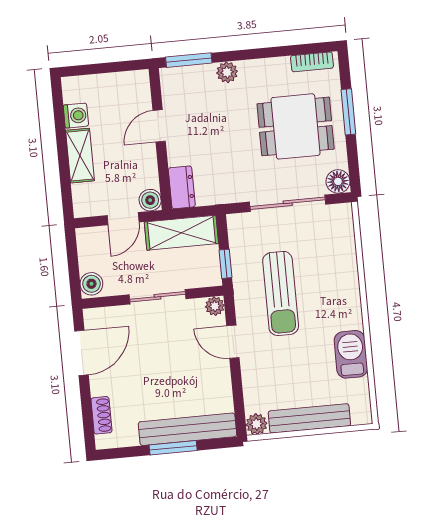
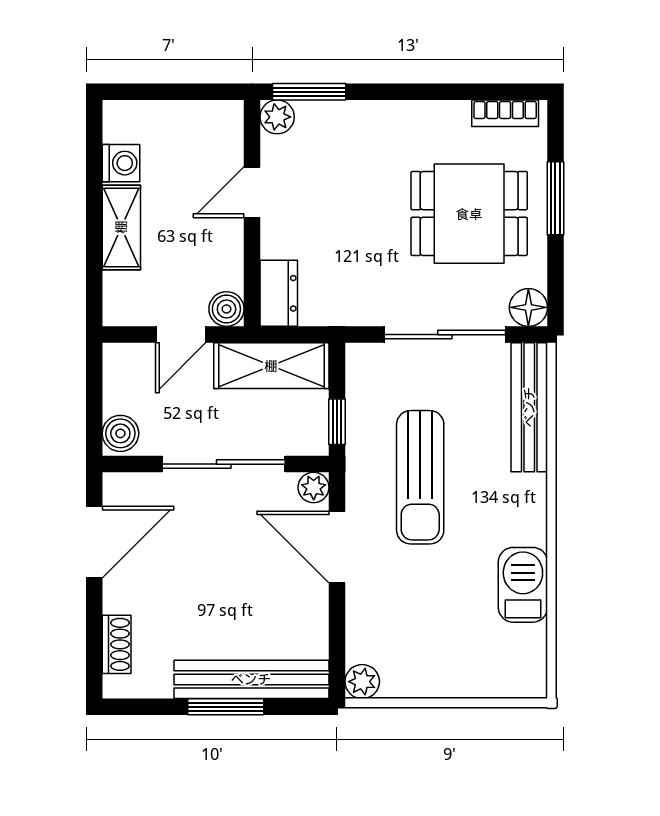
plant: (227, 72) -> (277, 117), moved
sliding door: (158, 297) -> (224, 464), width x1.37
door: (233, 342) -> (337, 547), width x1.38
bench: (309, 418) -> (529, 407), moved, turned 90

